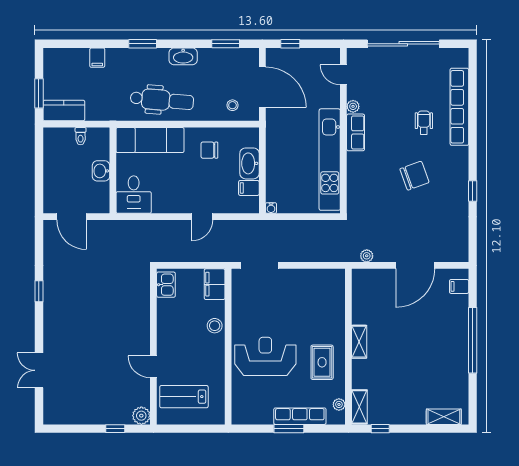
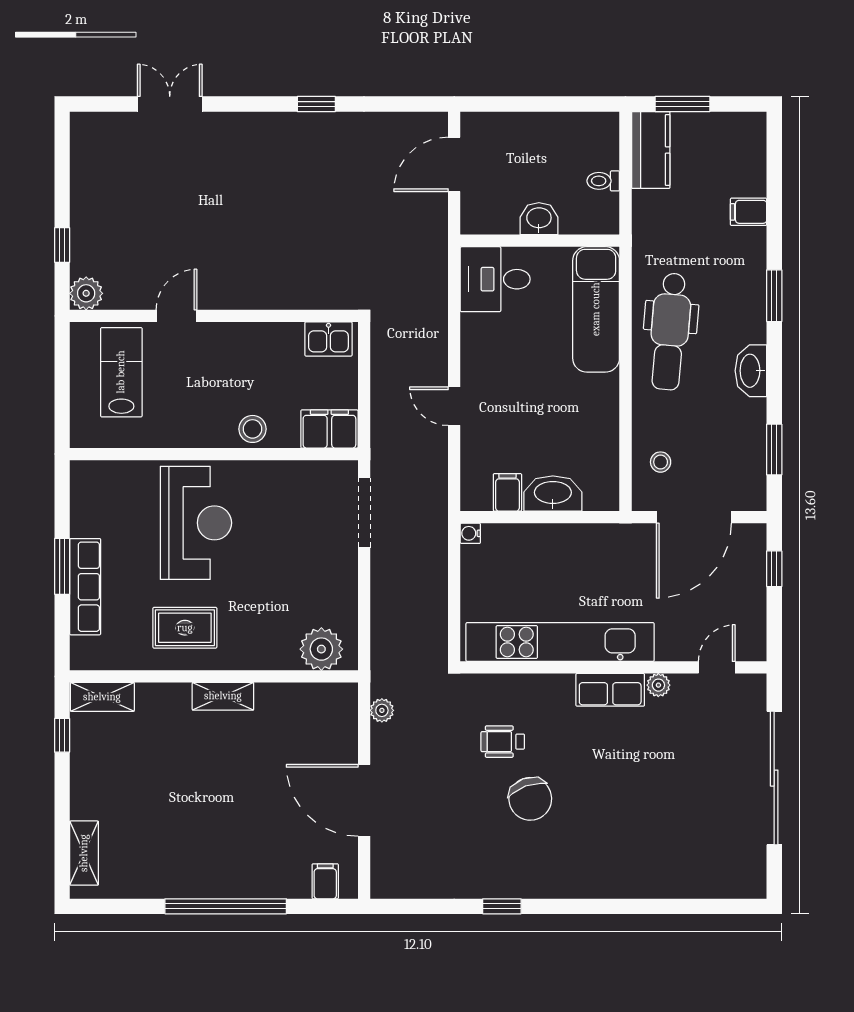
row of seats: (459, 107) -> (658, 882), removed
wheelchair: (424, 123) -> (503, 742), moved, turned 180
chair: (209, 150) -> (577, 419), removed
plant: (339, 404) -> (321, 649), moved, width x1.87, depth x1.87

